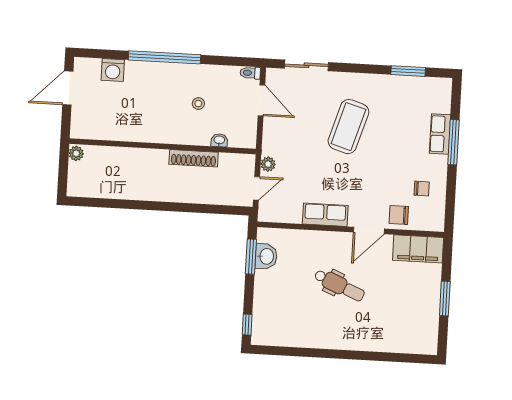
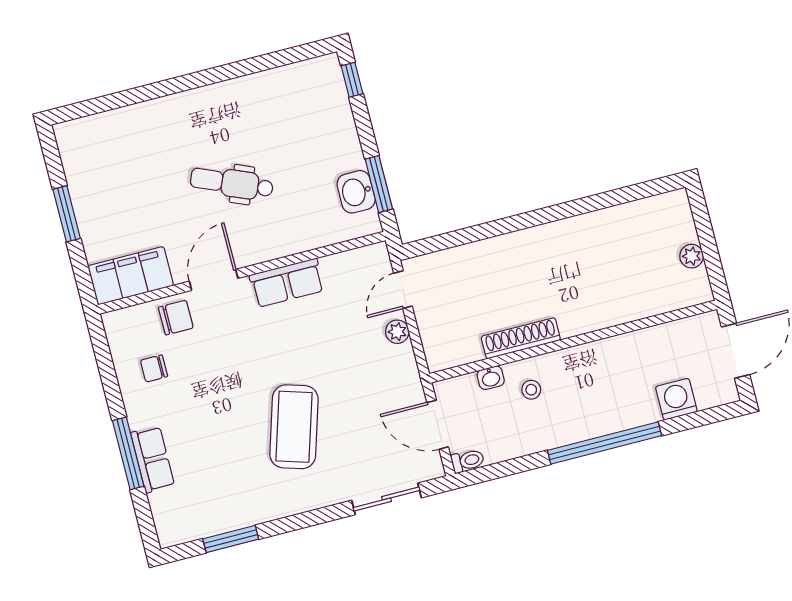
washbasin: (219, 140) -> (491, 378), moved
wall: (163, 146) -> (573, 341), moved
shoe rack: (194, 158) -> (521, 338), moved

